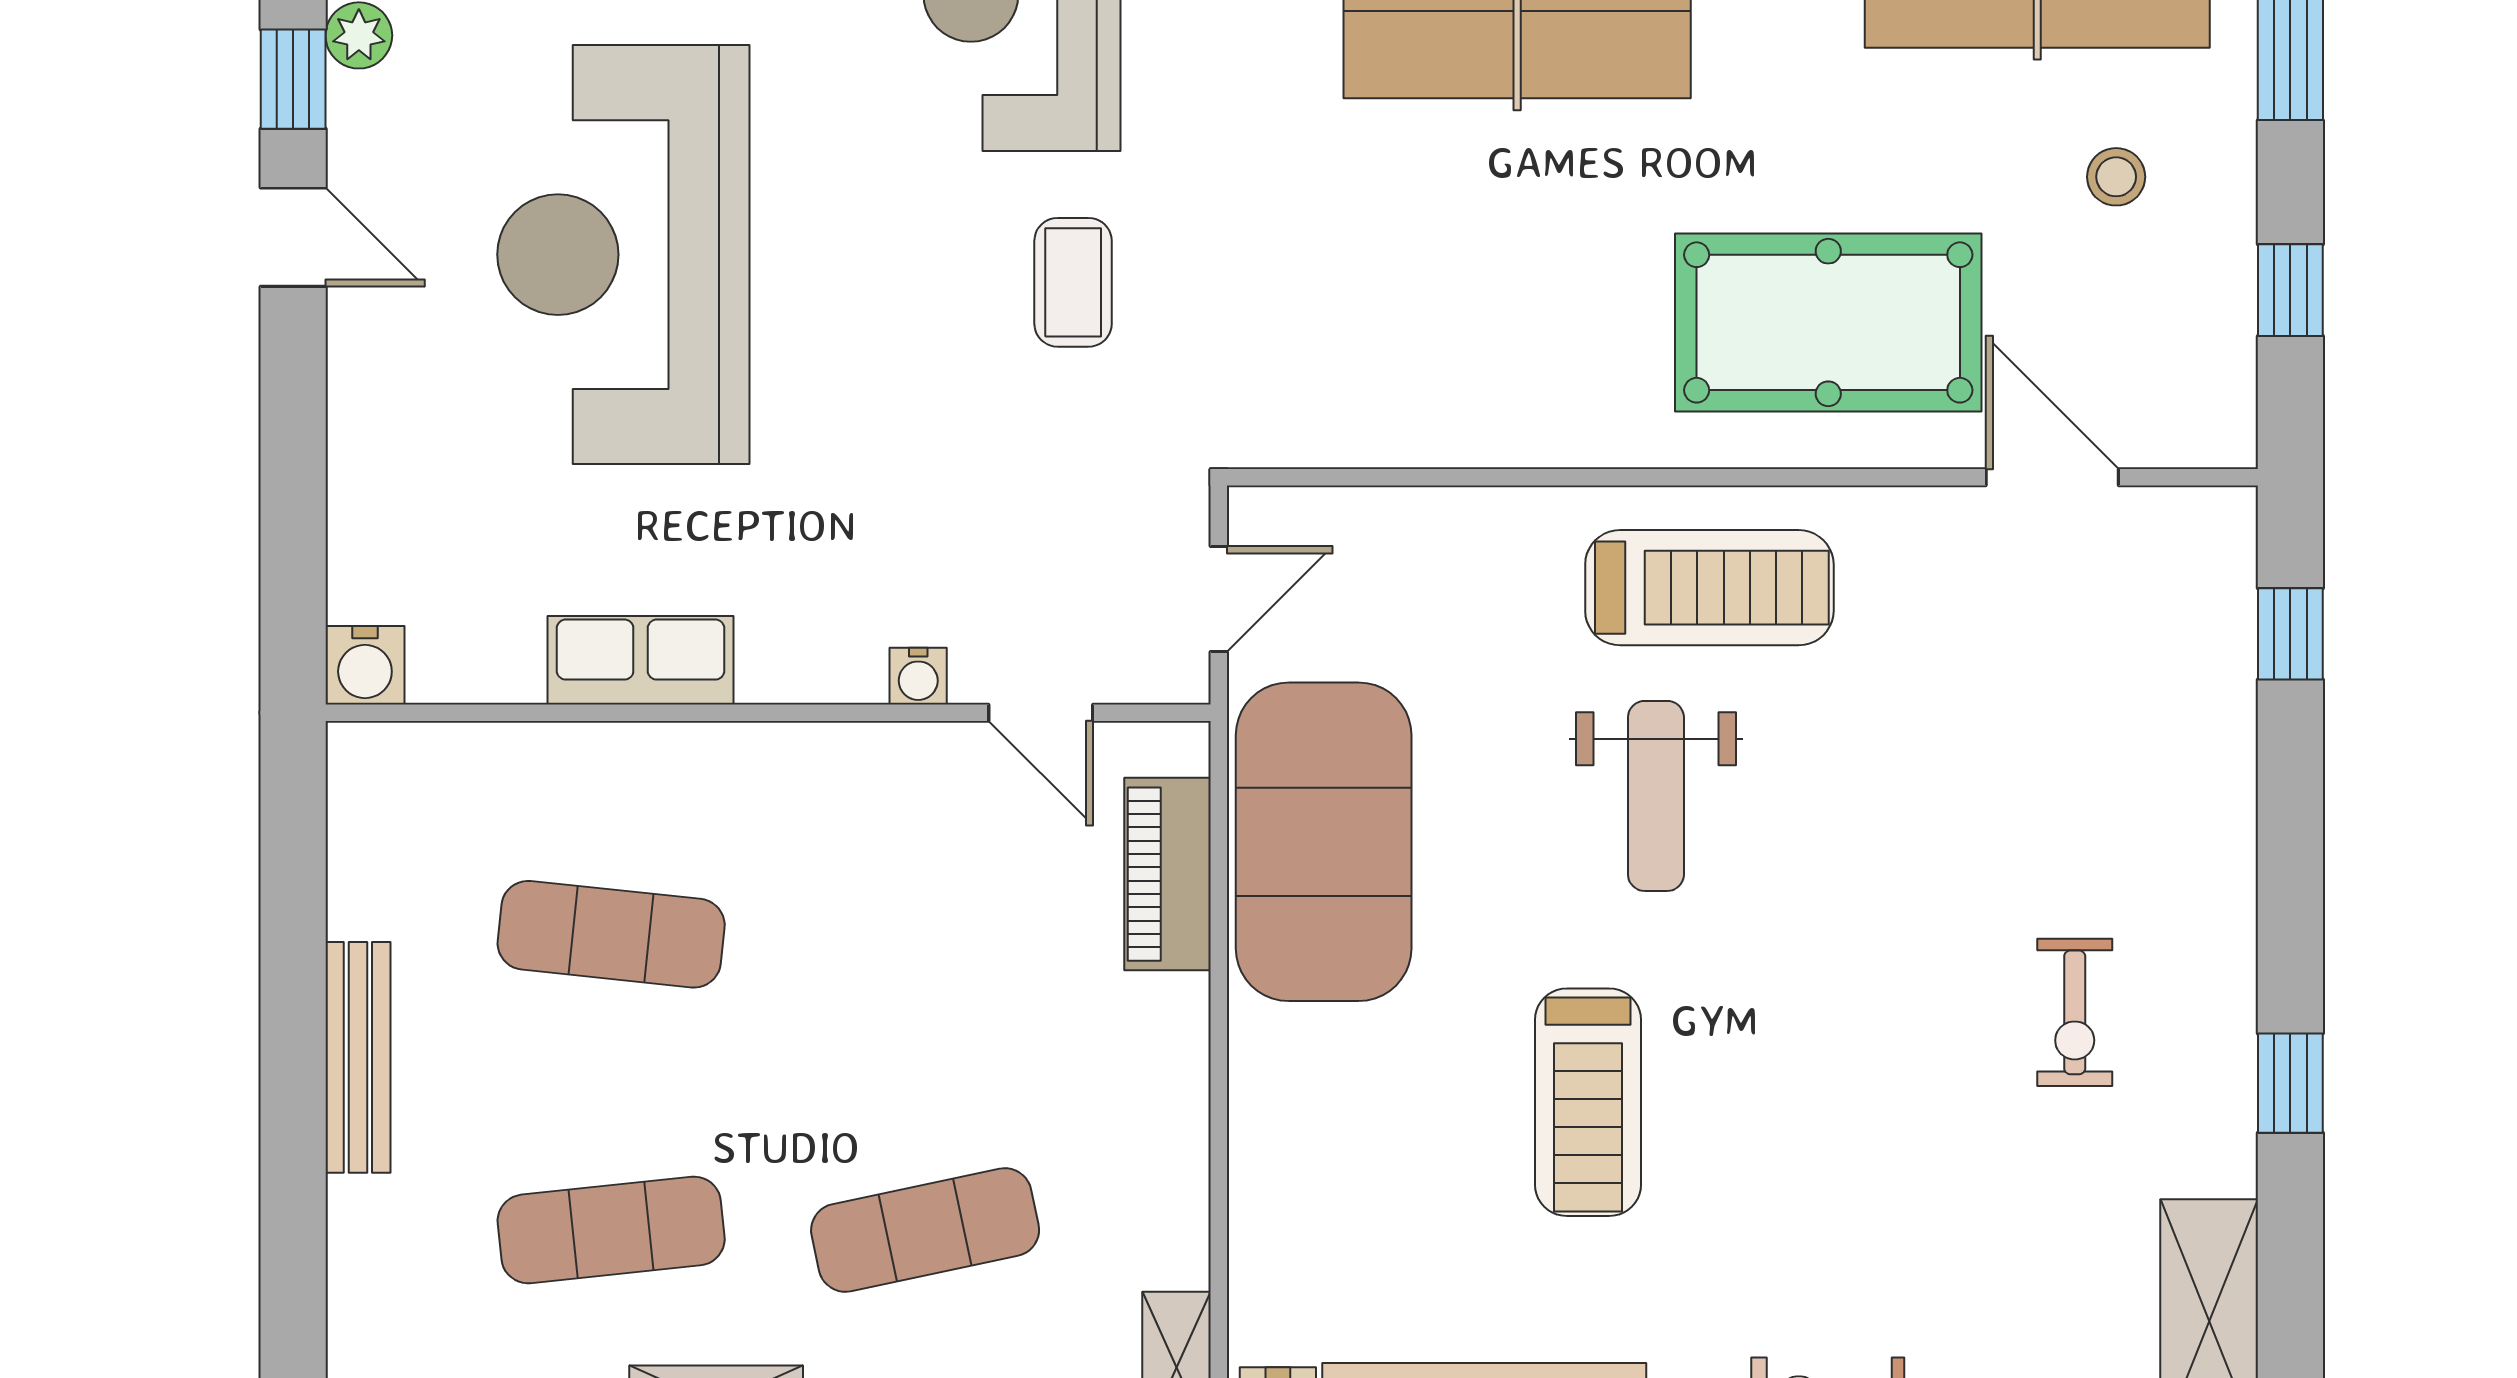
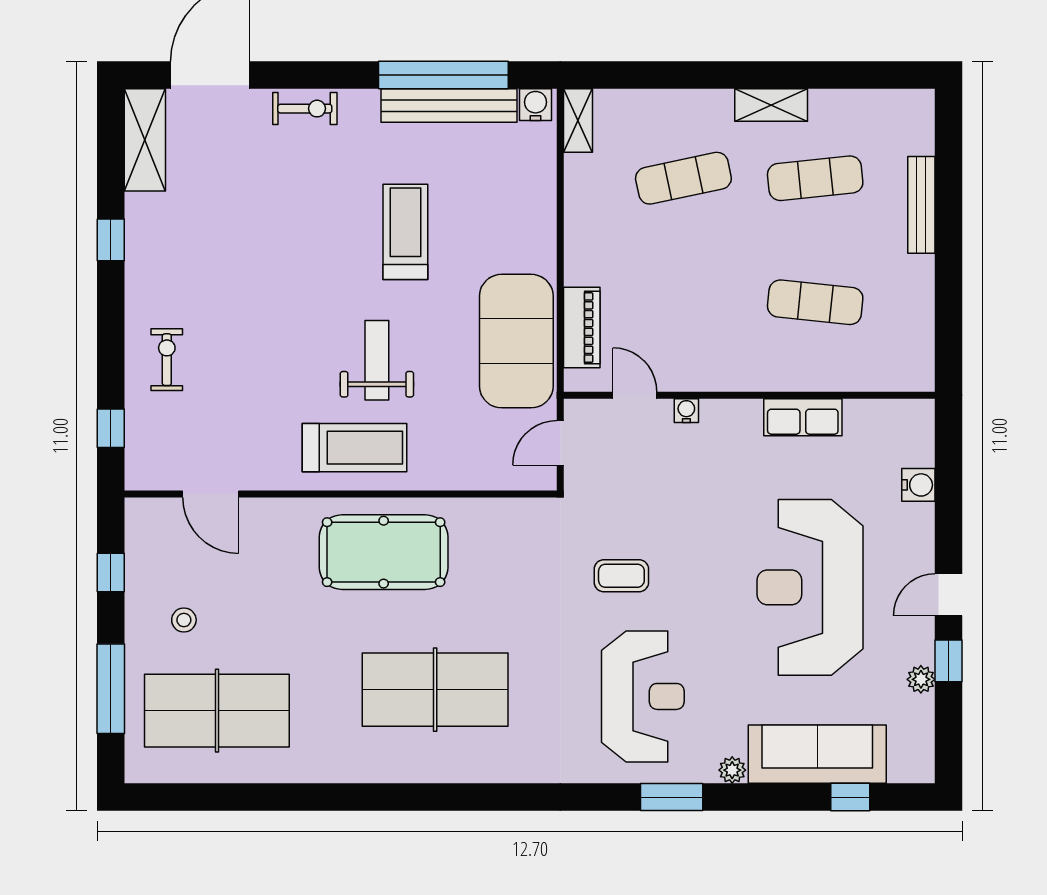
door: (293, 237) -> (949, 595), hinge flipped
reception desk: (623, 255) -> (810, 587), turned 180
coffee table: (1073, 282) -> (621, 576), turned 90
pool table: (1828, 322) -> (384, 552), moved
treadmill: (1709, 588) -> (354, 448), turned 180
water cooler: (365, 665) -> (918, 485), moved, turned 90
exercise bike: (2075, 1012) -> (167, 360), moved
bench: (358, 1057) -> (921, 205), moved

